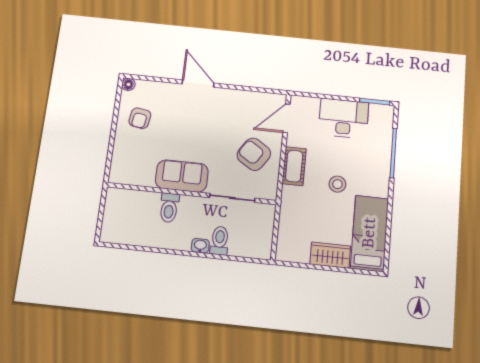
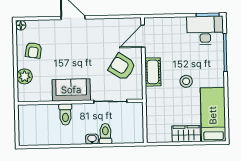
desk: (344, 118) -> (205, 30), moved
plant: (122, 150) -> (25, 76), added

